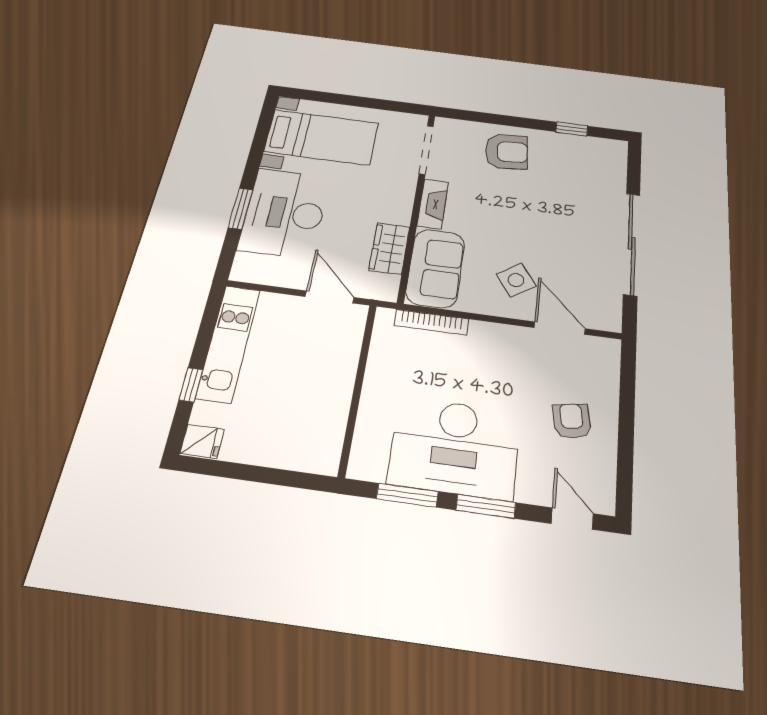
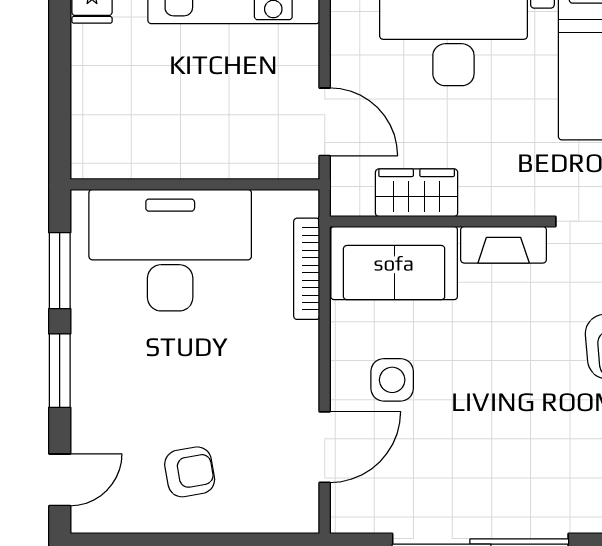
side table: (516, 280) -> (392, 380), turned 35
door: (330, 297) -> (325, 122), hinge flipped
desk: (455, 447) -> (170, 250), moved, turned 90

